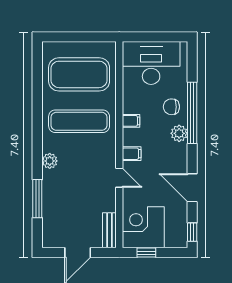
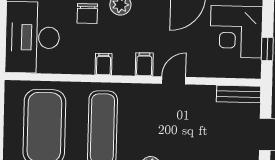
corner desk: (143, 227) -> (236, 32), moved

